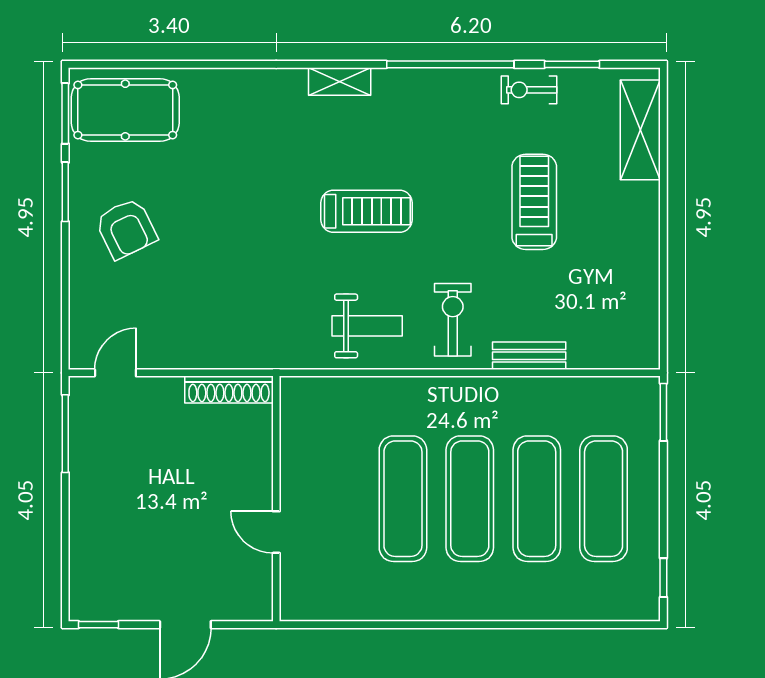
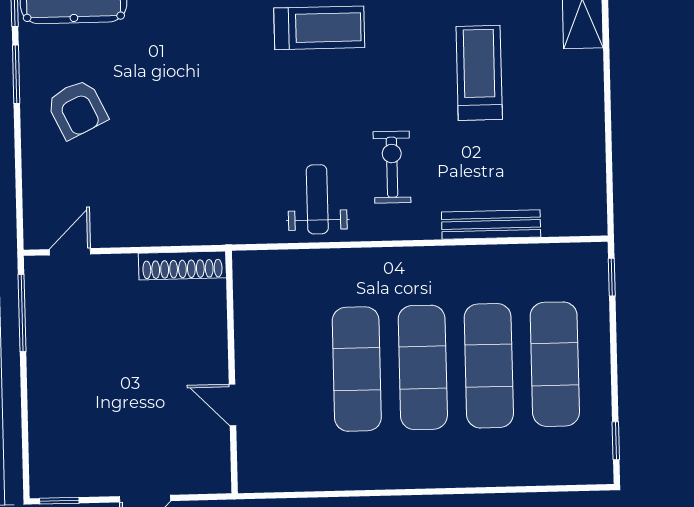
treadmill: (367, 211) -> (319, 28), moved
exercise bike: (453, 320) -> (392, 167), moved
weight bench: (367, 326) -> (317, 199), turned -90
bench: (529, 356) -> (491, 224), width x1.36
window: (663, 412) -> (612, 277), width x0.67

